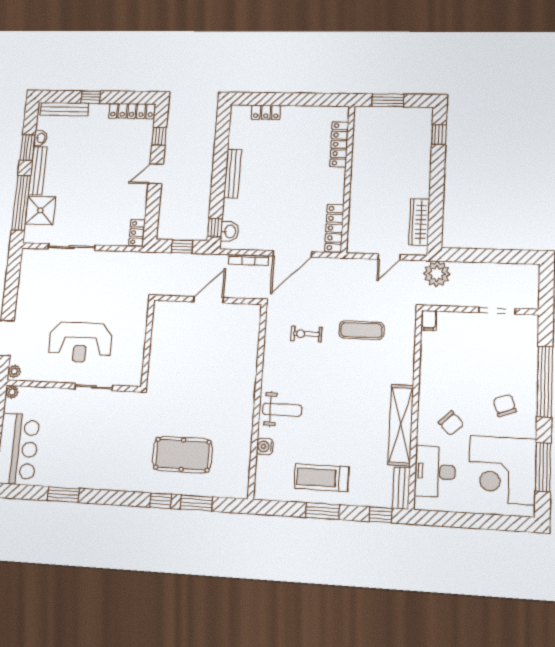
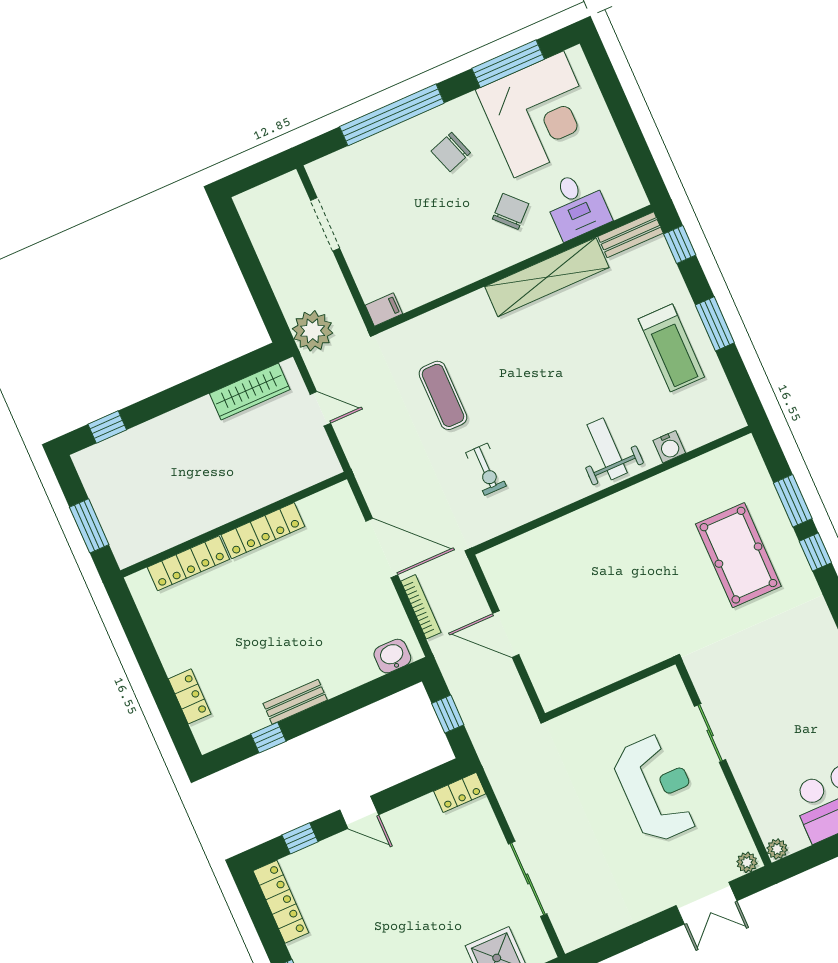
bench: (233, 174) -> (295, 702), width x0.73
window: (215, 228) -> (268, 738), moved
locker: (334, 228) -> (263, 531), moved
desk: (435, 472) -> (577, 205), width x0.73

